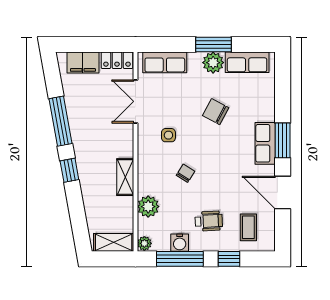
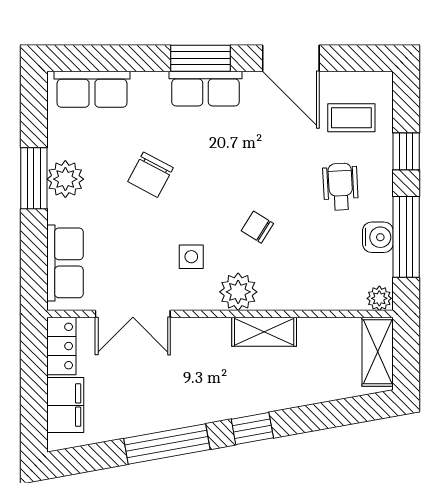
row of seats: (247, 62) -> (92, 89), moved, turned 90
door: (283, 192) -> (291, 58), hinge flipped
plant: (148, 207) -> (238, 292), moved

